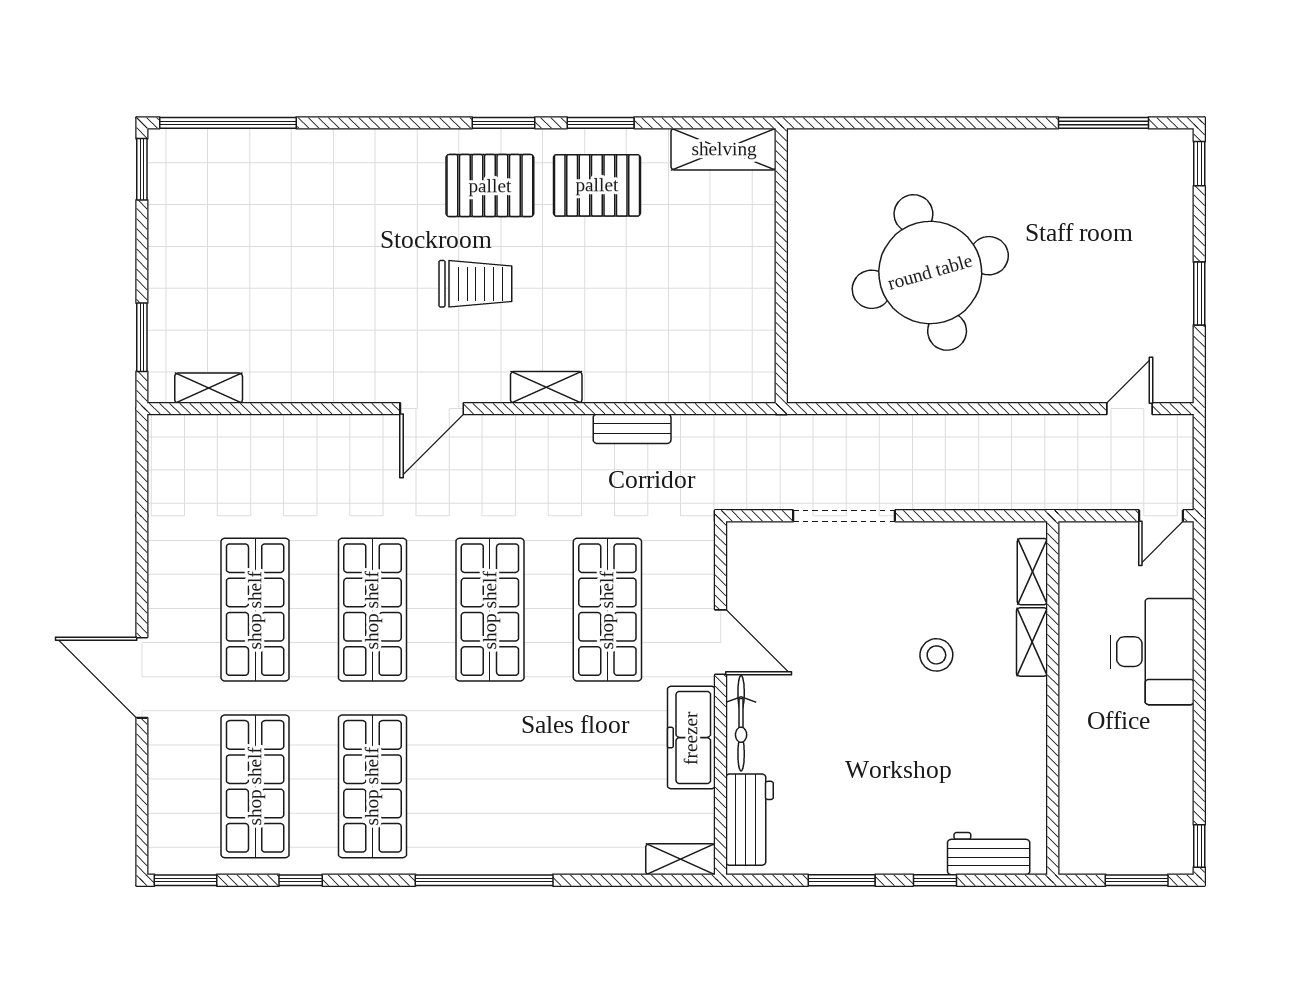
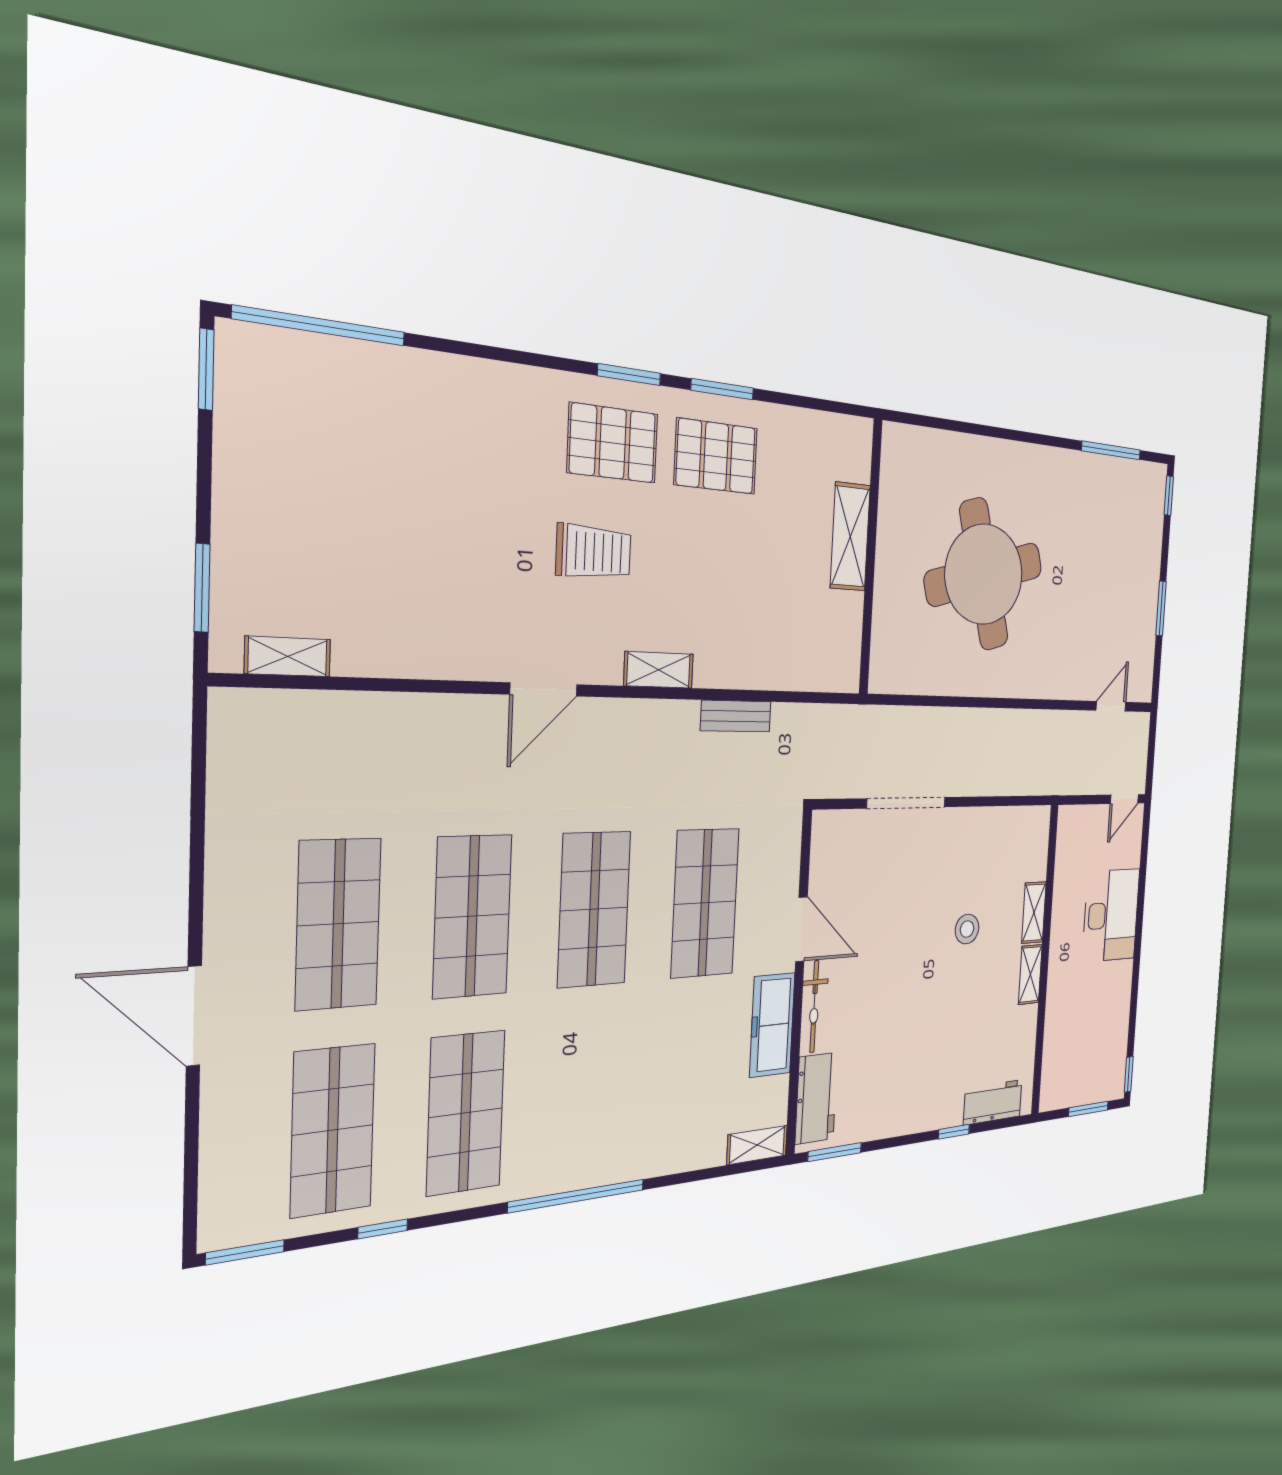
shelving: (724, 149) -> (850, 537), moved, turned 90
shelving: (1032, 572) -> (1030, 974), moved
window: (842, 880) -> (835, 1152), moved

